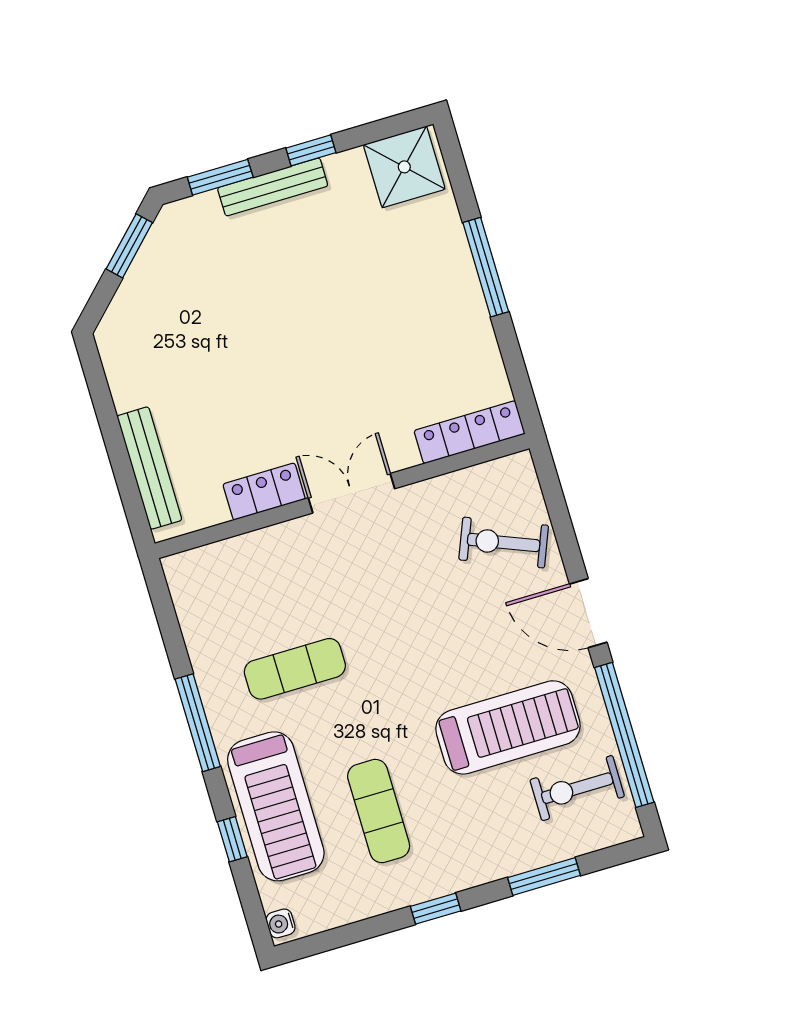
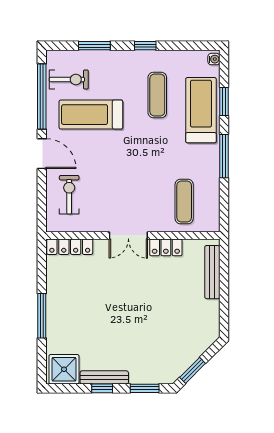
bench: (273, 187) -> (104, 377), moved
exercise bike: (504, 543) -> (69, 195), turned -112
exercise mat: (295, 669) -> (184, 201), moved, turned 90
window: (232, 839) -> (224, 102), width x1.50

